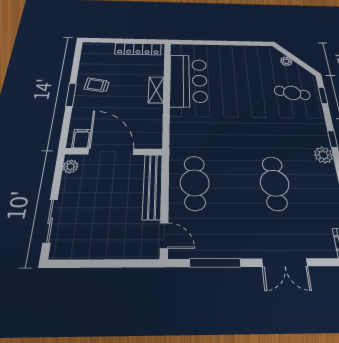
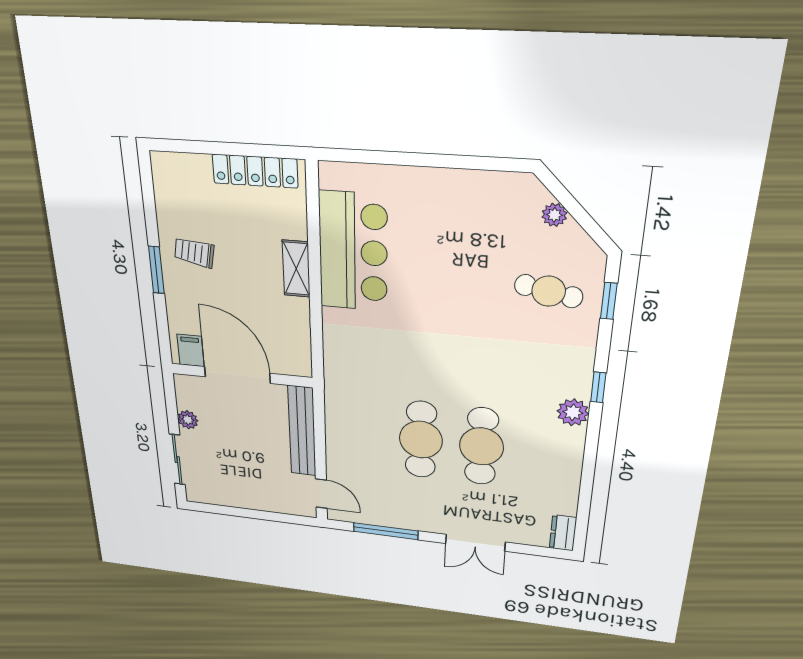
plant: (70, 167) -> (188, 420), moved
cafe table: (195, 183) -> (421, 440), moved

